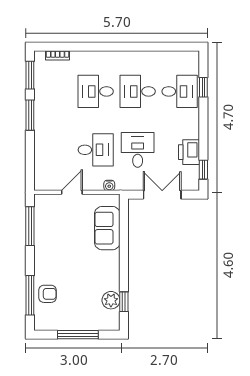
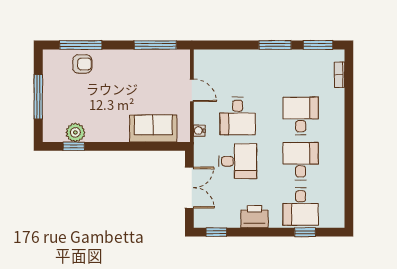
printer: (189, 152) -> (254, 217), moved
armchair: (48, 294) -> (82, 64), turned -90

